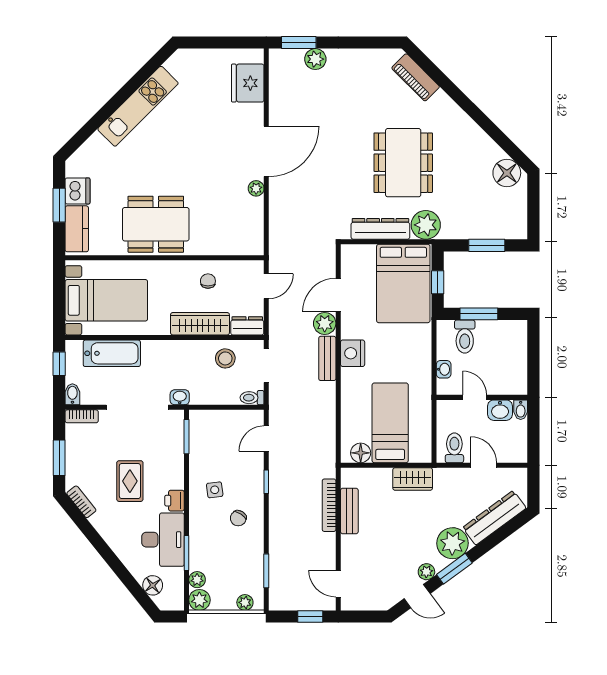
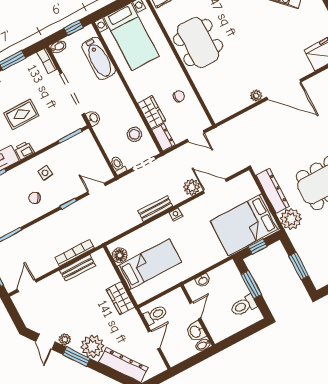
wardrobe: (200, 324) -> (152, 112), width x0.67
toilet: (465, 337) -> (243, 306), moved
nightstand: (353, 353) -> (176, 214), width x0.53, depth x0.56
bench: (327, 358) -> (155, 209), moved

